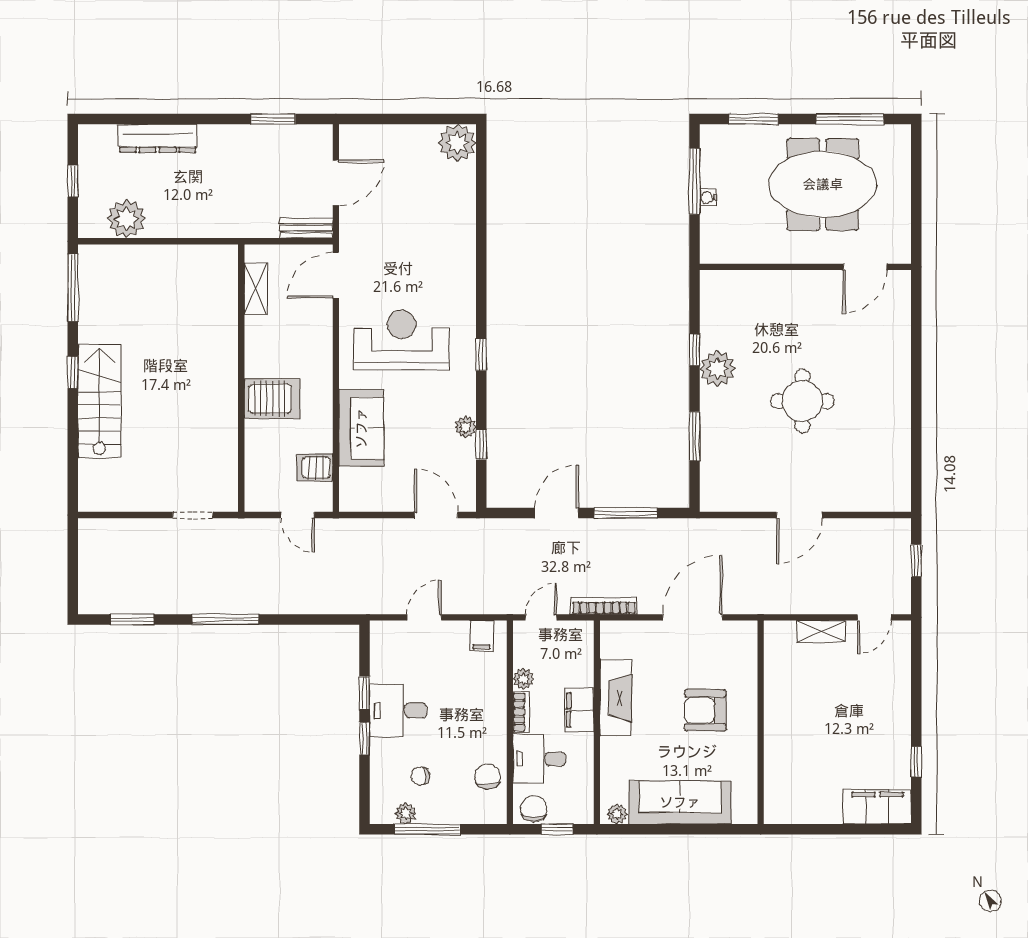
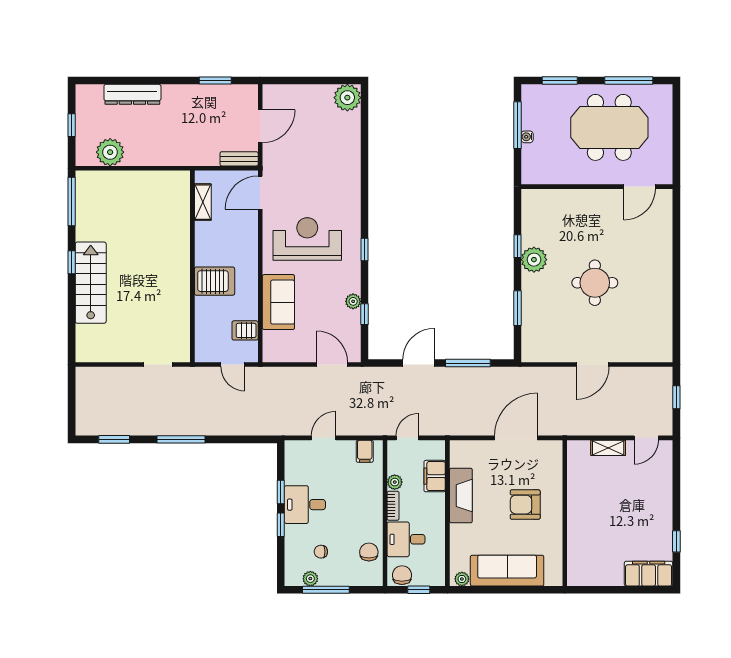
bookcase: (604, 606) -> (452, 430), removed
filing cabinet: (579, 710) -> (435, 476), moved

